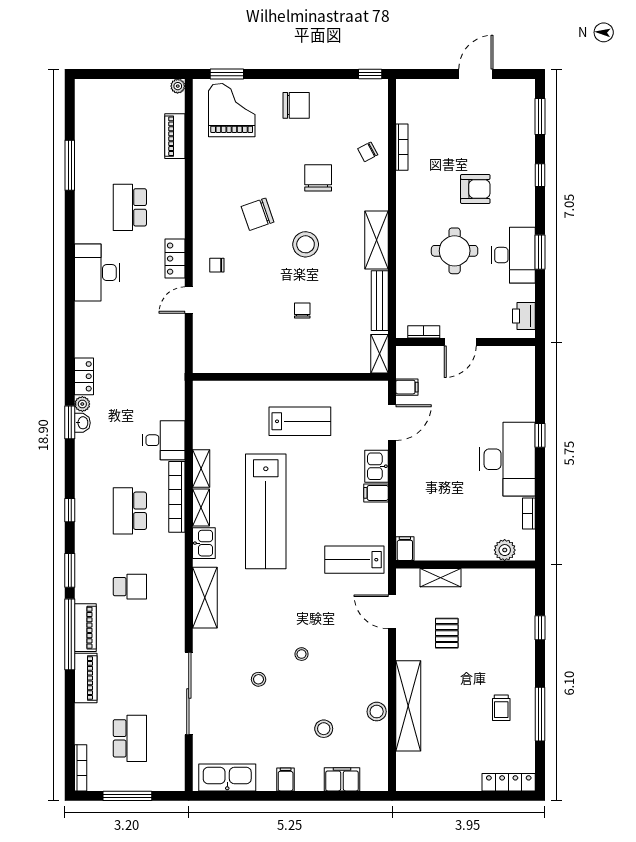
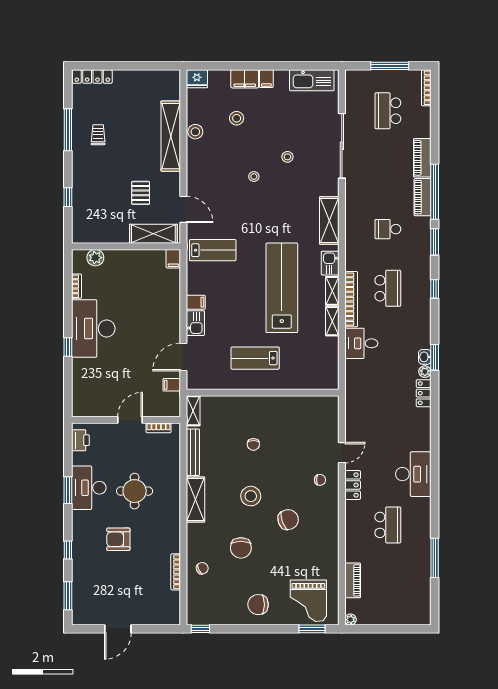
shelving: (441, 578) -> (153, 234), width x1.50, depth x1.33
filing cabinet: (342, 779) -> (245, 79), moved
fridge: (375, 779) -> (197, 79), added

